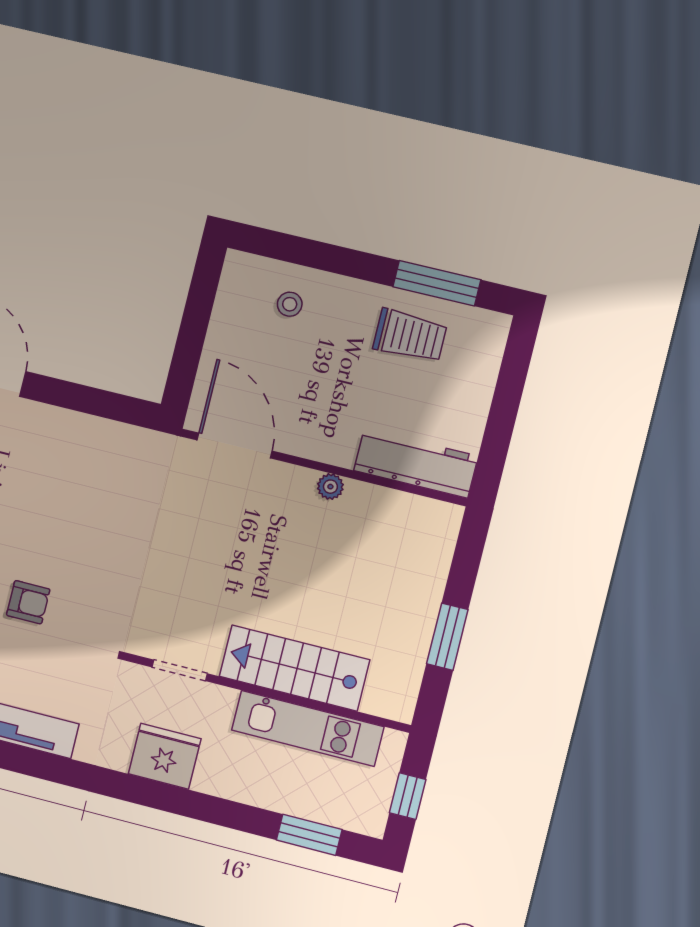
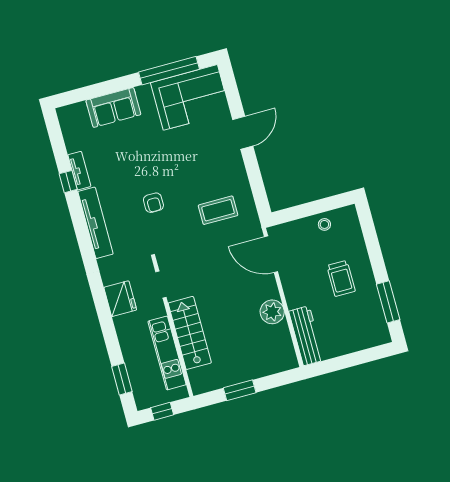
stool: (290, 304) -> (324, 224), moved
trolley: (410, 336) -> (341, 278), moved
door: (235, 446) -> (271, 254), swing flipped
plant: (330, 487) -> (272, 312), width x1.88, depth x1.88
coffee table: (105, 496) -> (218, 210), added

